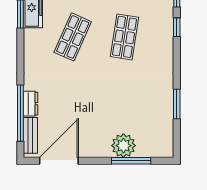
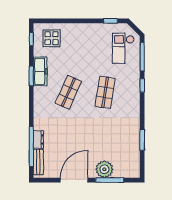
door: (59, 161) -> (74, 180), moved

